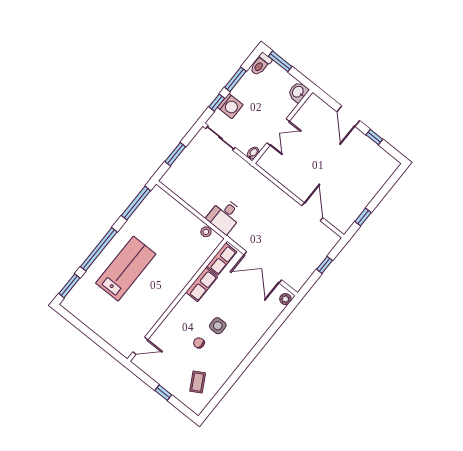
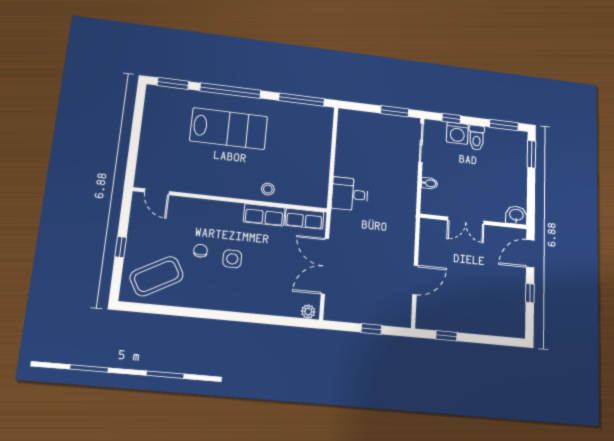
toilet: (261, 64) -> (477, 138), moved, turned -90
window: (235, 79) -> (504, 125), moved
washbasin: (298, 92) -> (516, 215), moved
wall: (282, 127) -> (474, 221), moved
double door: (278, 132) -> (466, 221), moved
window: (175, 154) -> (395, 111), moved
stool: (206, 232) -> (268, 189), moved
coffee table: (198, 382) -> (157, 276), width x1.86, depth x1.72

